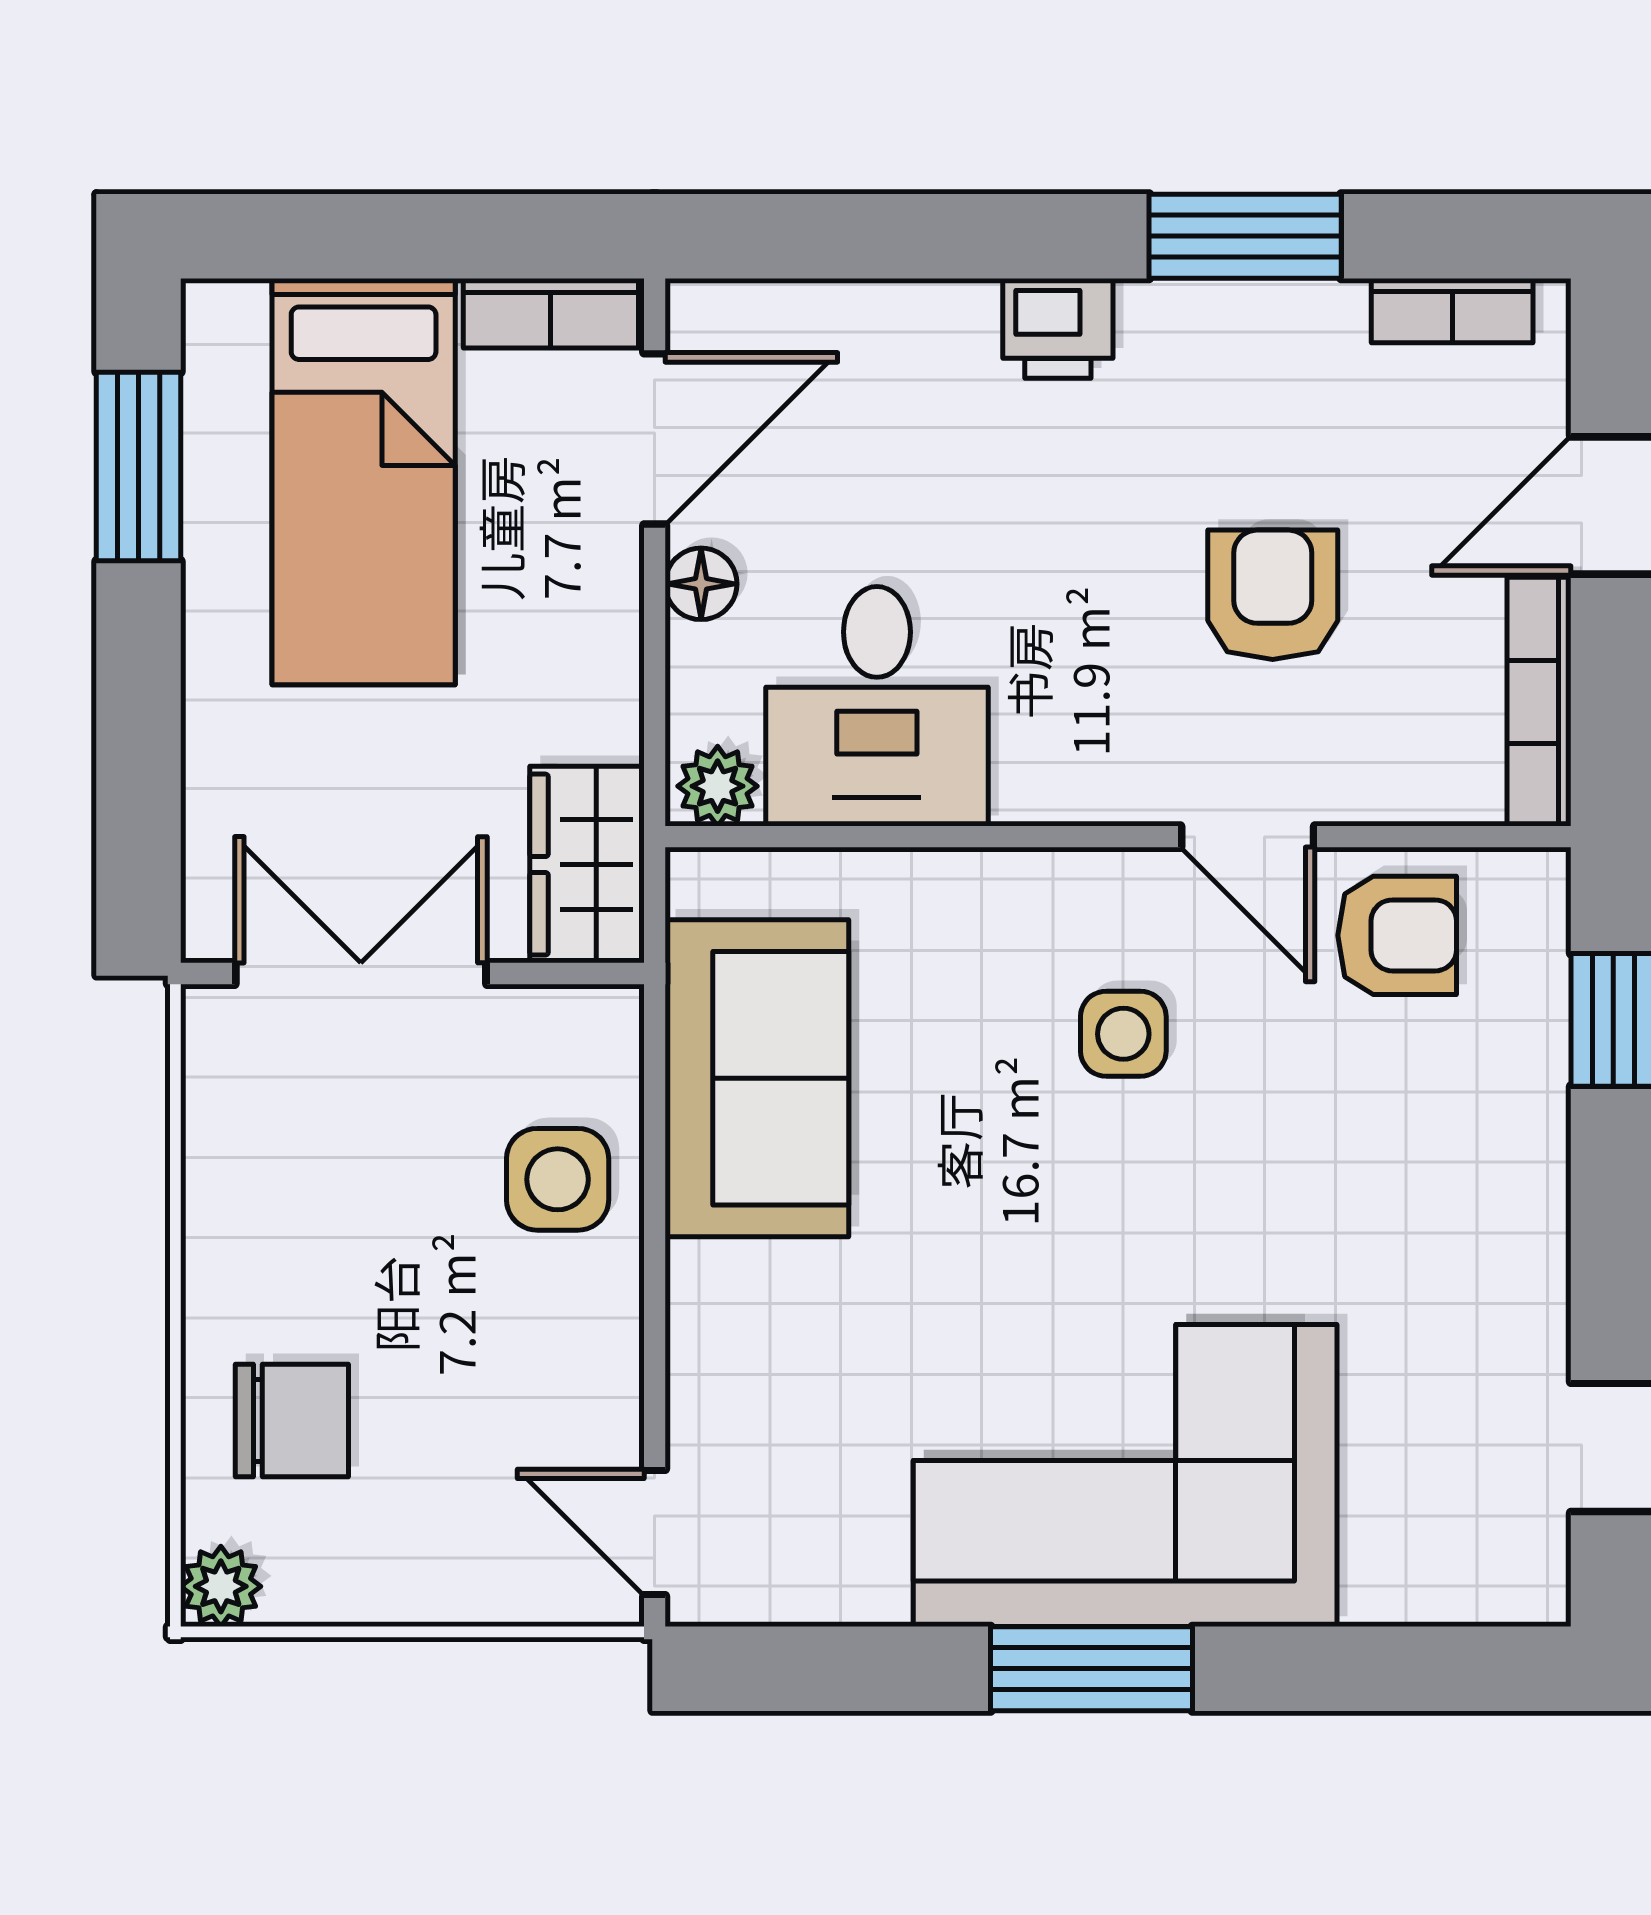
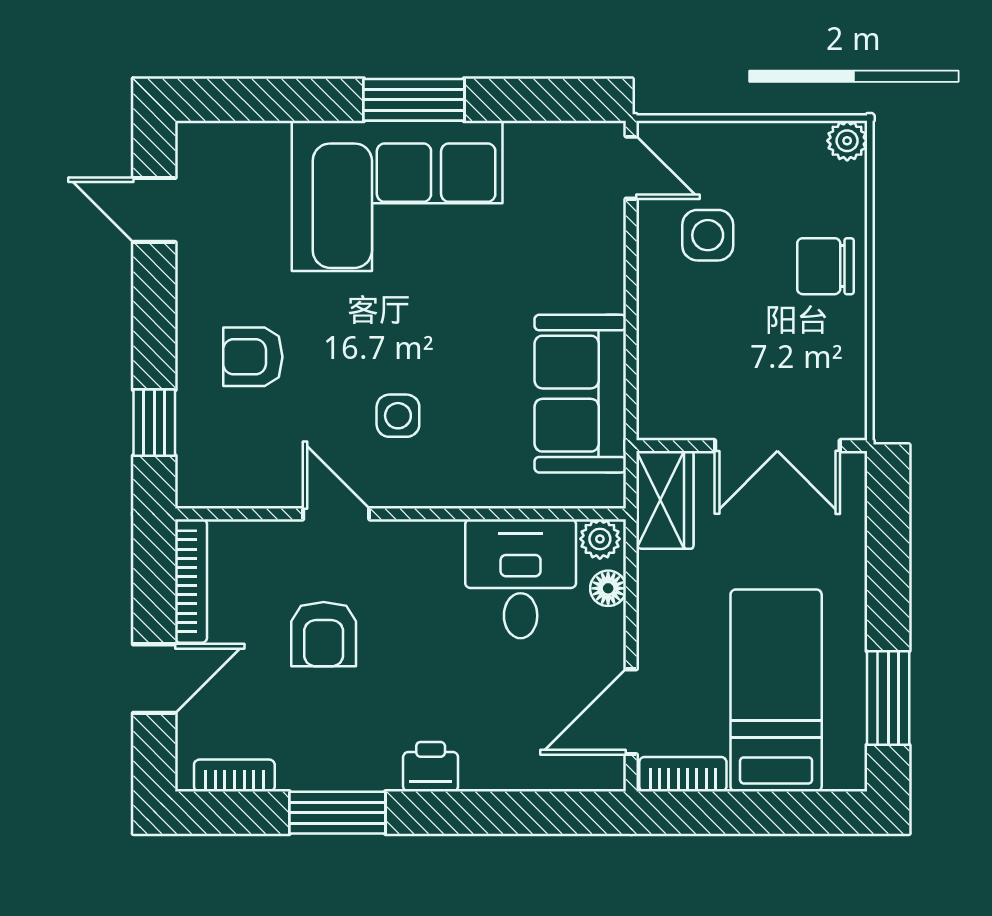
floor lamp: (701, 584) -> (608, 588), moved
armchair: (1397, 935) -> (253, 357), moved
side table: (558, 1179) -> (708, 235), moved
chair: (292, 1421) -> (825, 266), moved

